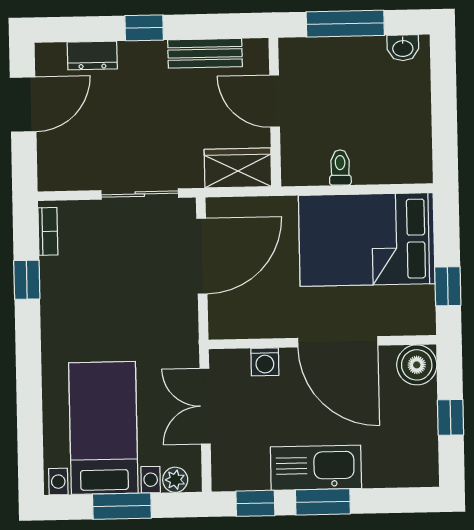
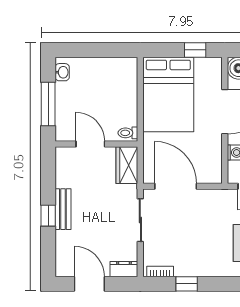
bench: (205, 53) -> (63, 209), moved
dresser: (92, 55) -> (124, 269), moved, turned -90
door: (275, 101) -> (90, 144), swing flipped
toilet: (340, 167) -> (128, 133), moved

